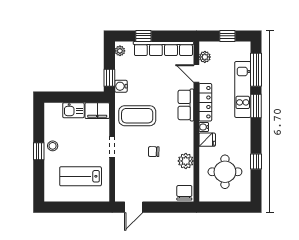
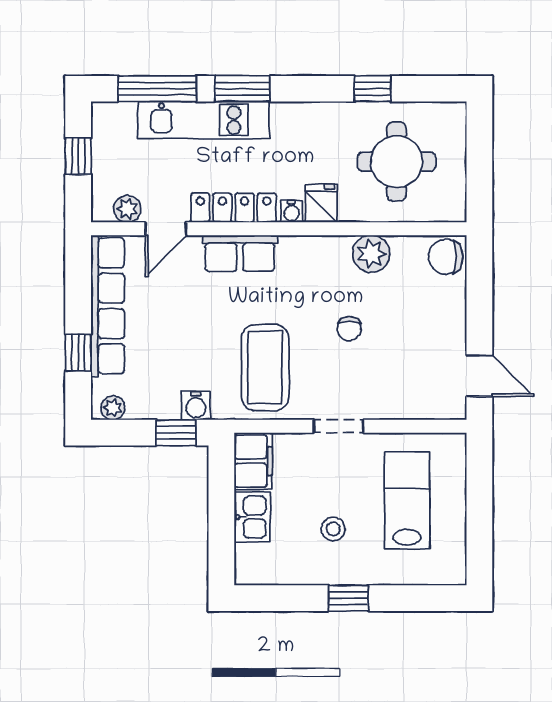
stool: (53, 146) -> (333, 529), moved
lab bench: (81, 176) -> (407, 500), turned 180

